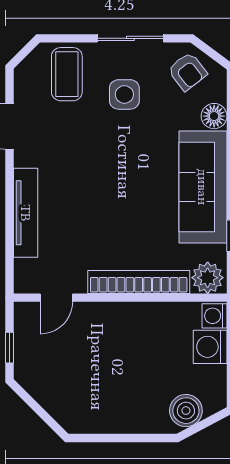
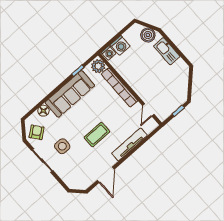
coffee table: (67, 74) -> (97, 135), moved
door: (56, 298) -> (148, 110), swing flipped
kitchen sink: (129, 418) -> (167, 51), added

